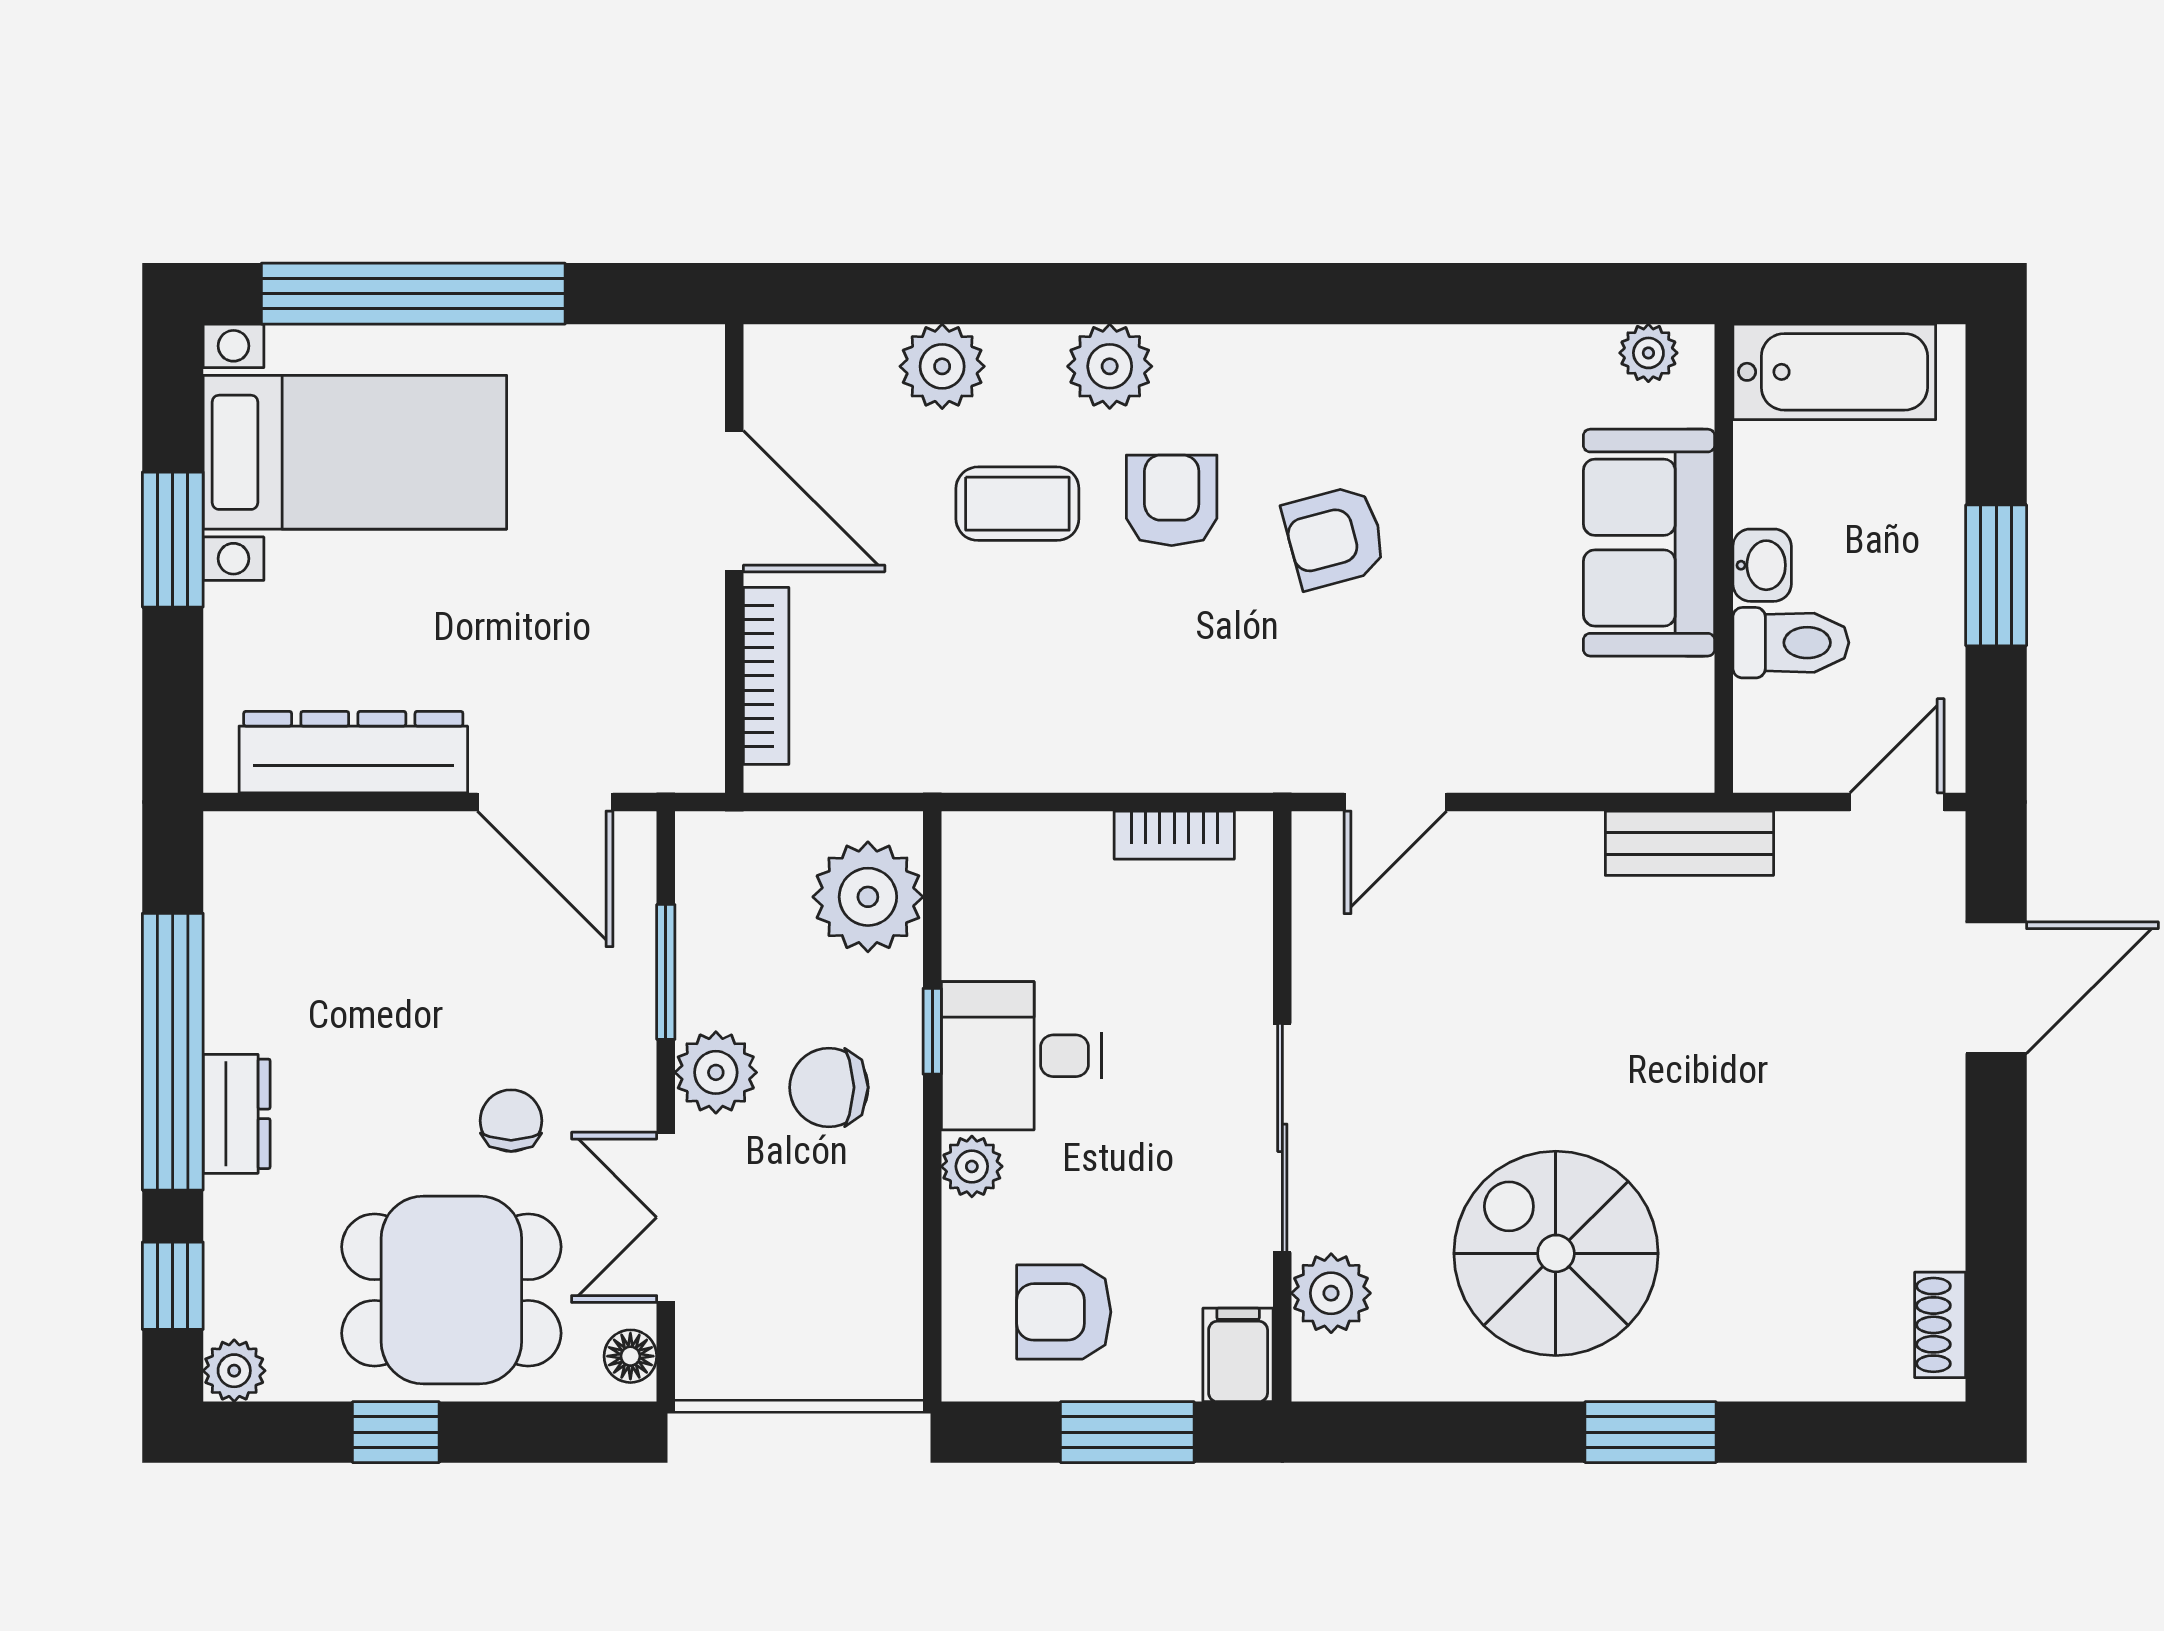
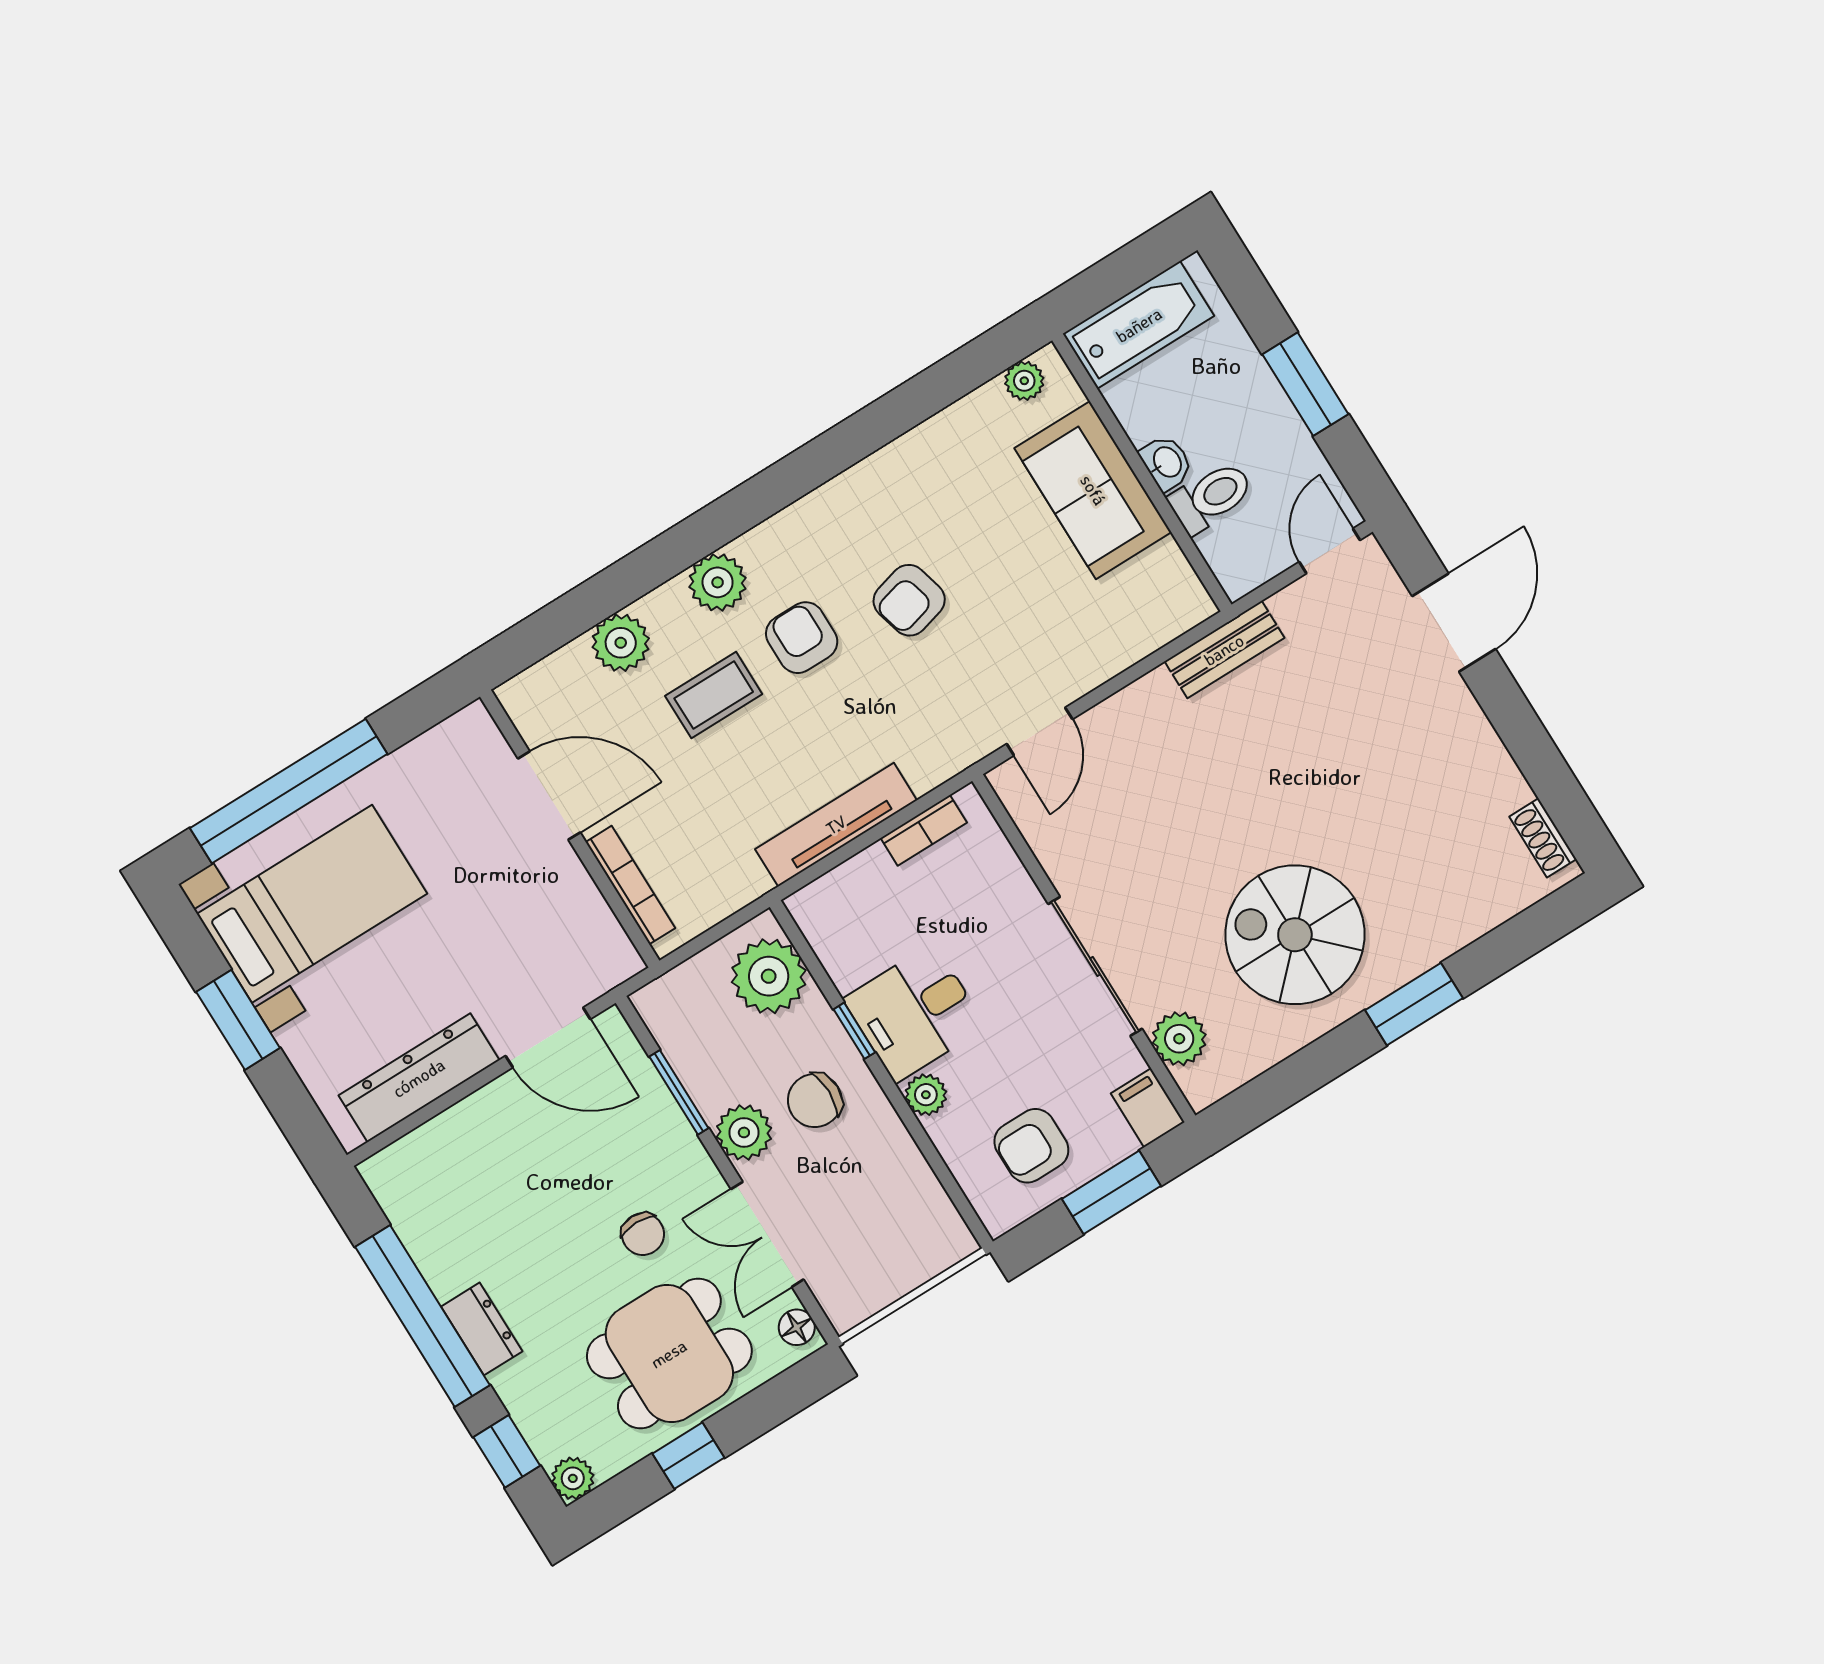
tv unit: (1069, 760) -> (836, 825), added
chair: (511, 1121) -> (643, 1234), turned 180

